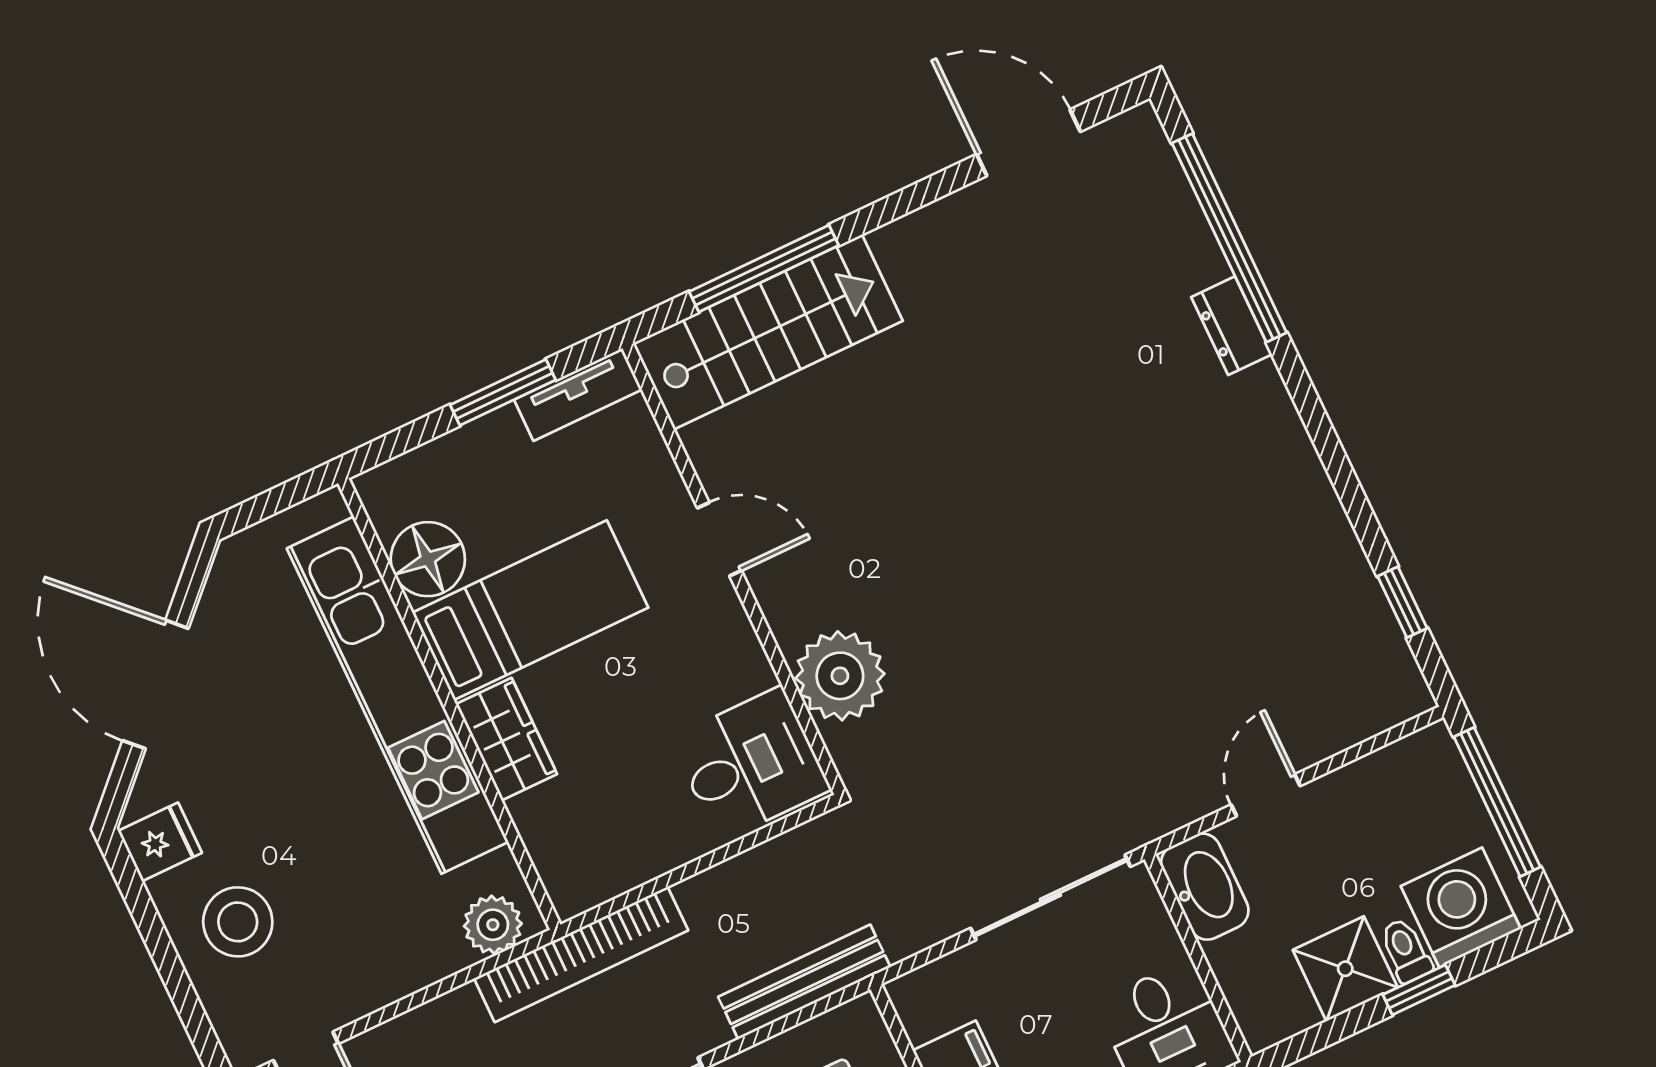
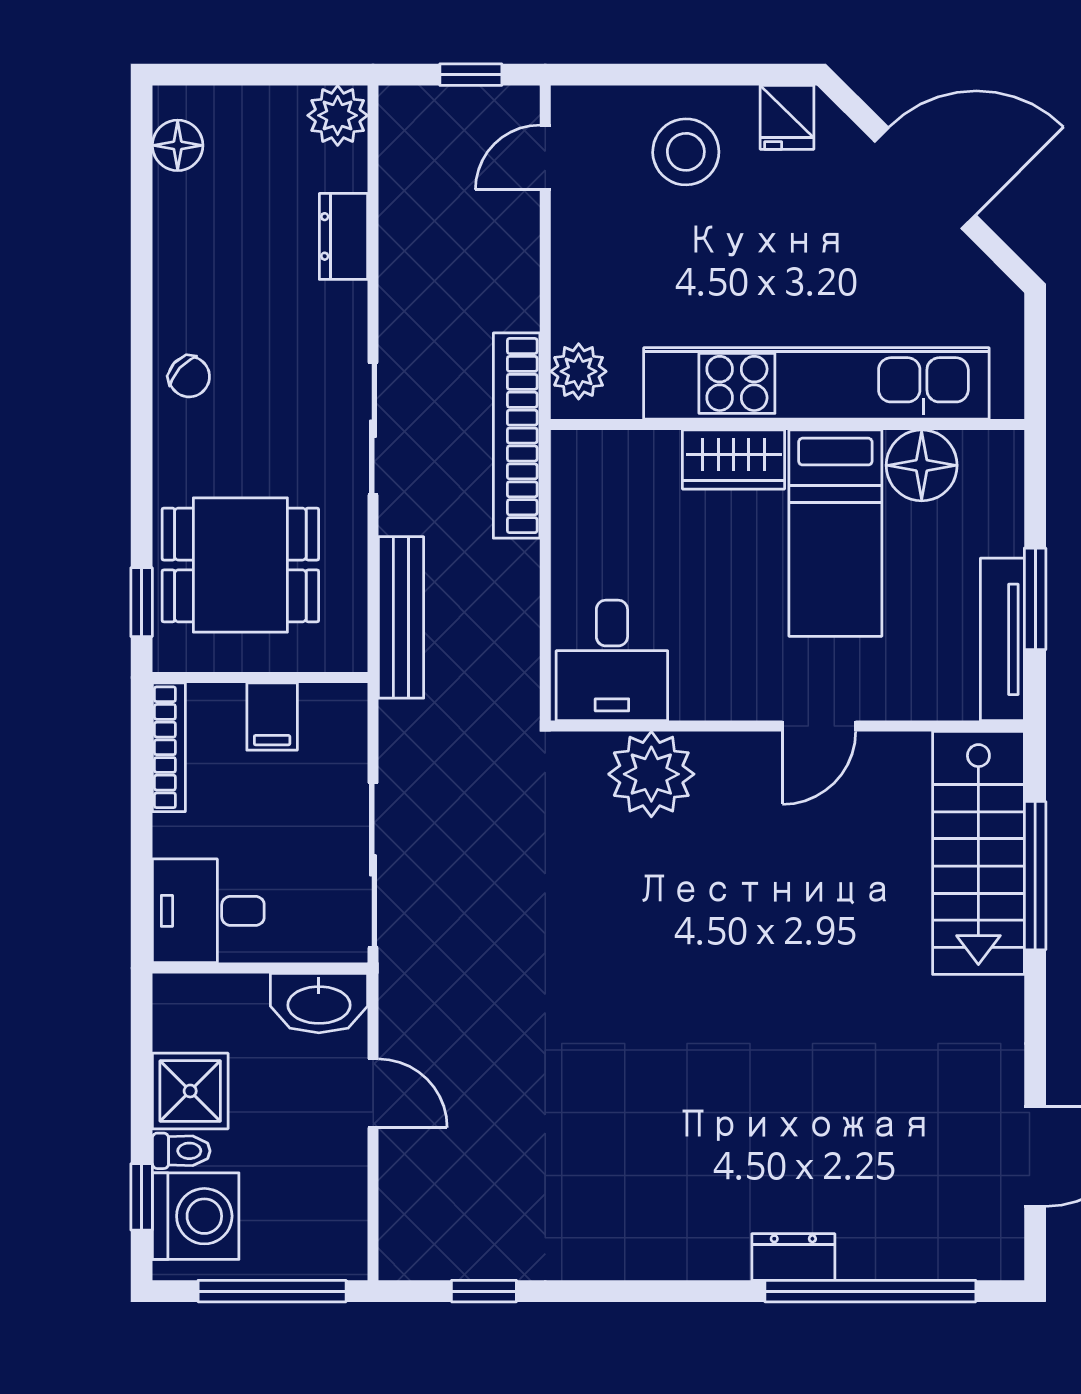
tv unit: (578, 395) -> (1002, 639), width x1.41
window: (1419, 990) -> (142, 1197), moved

